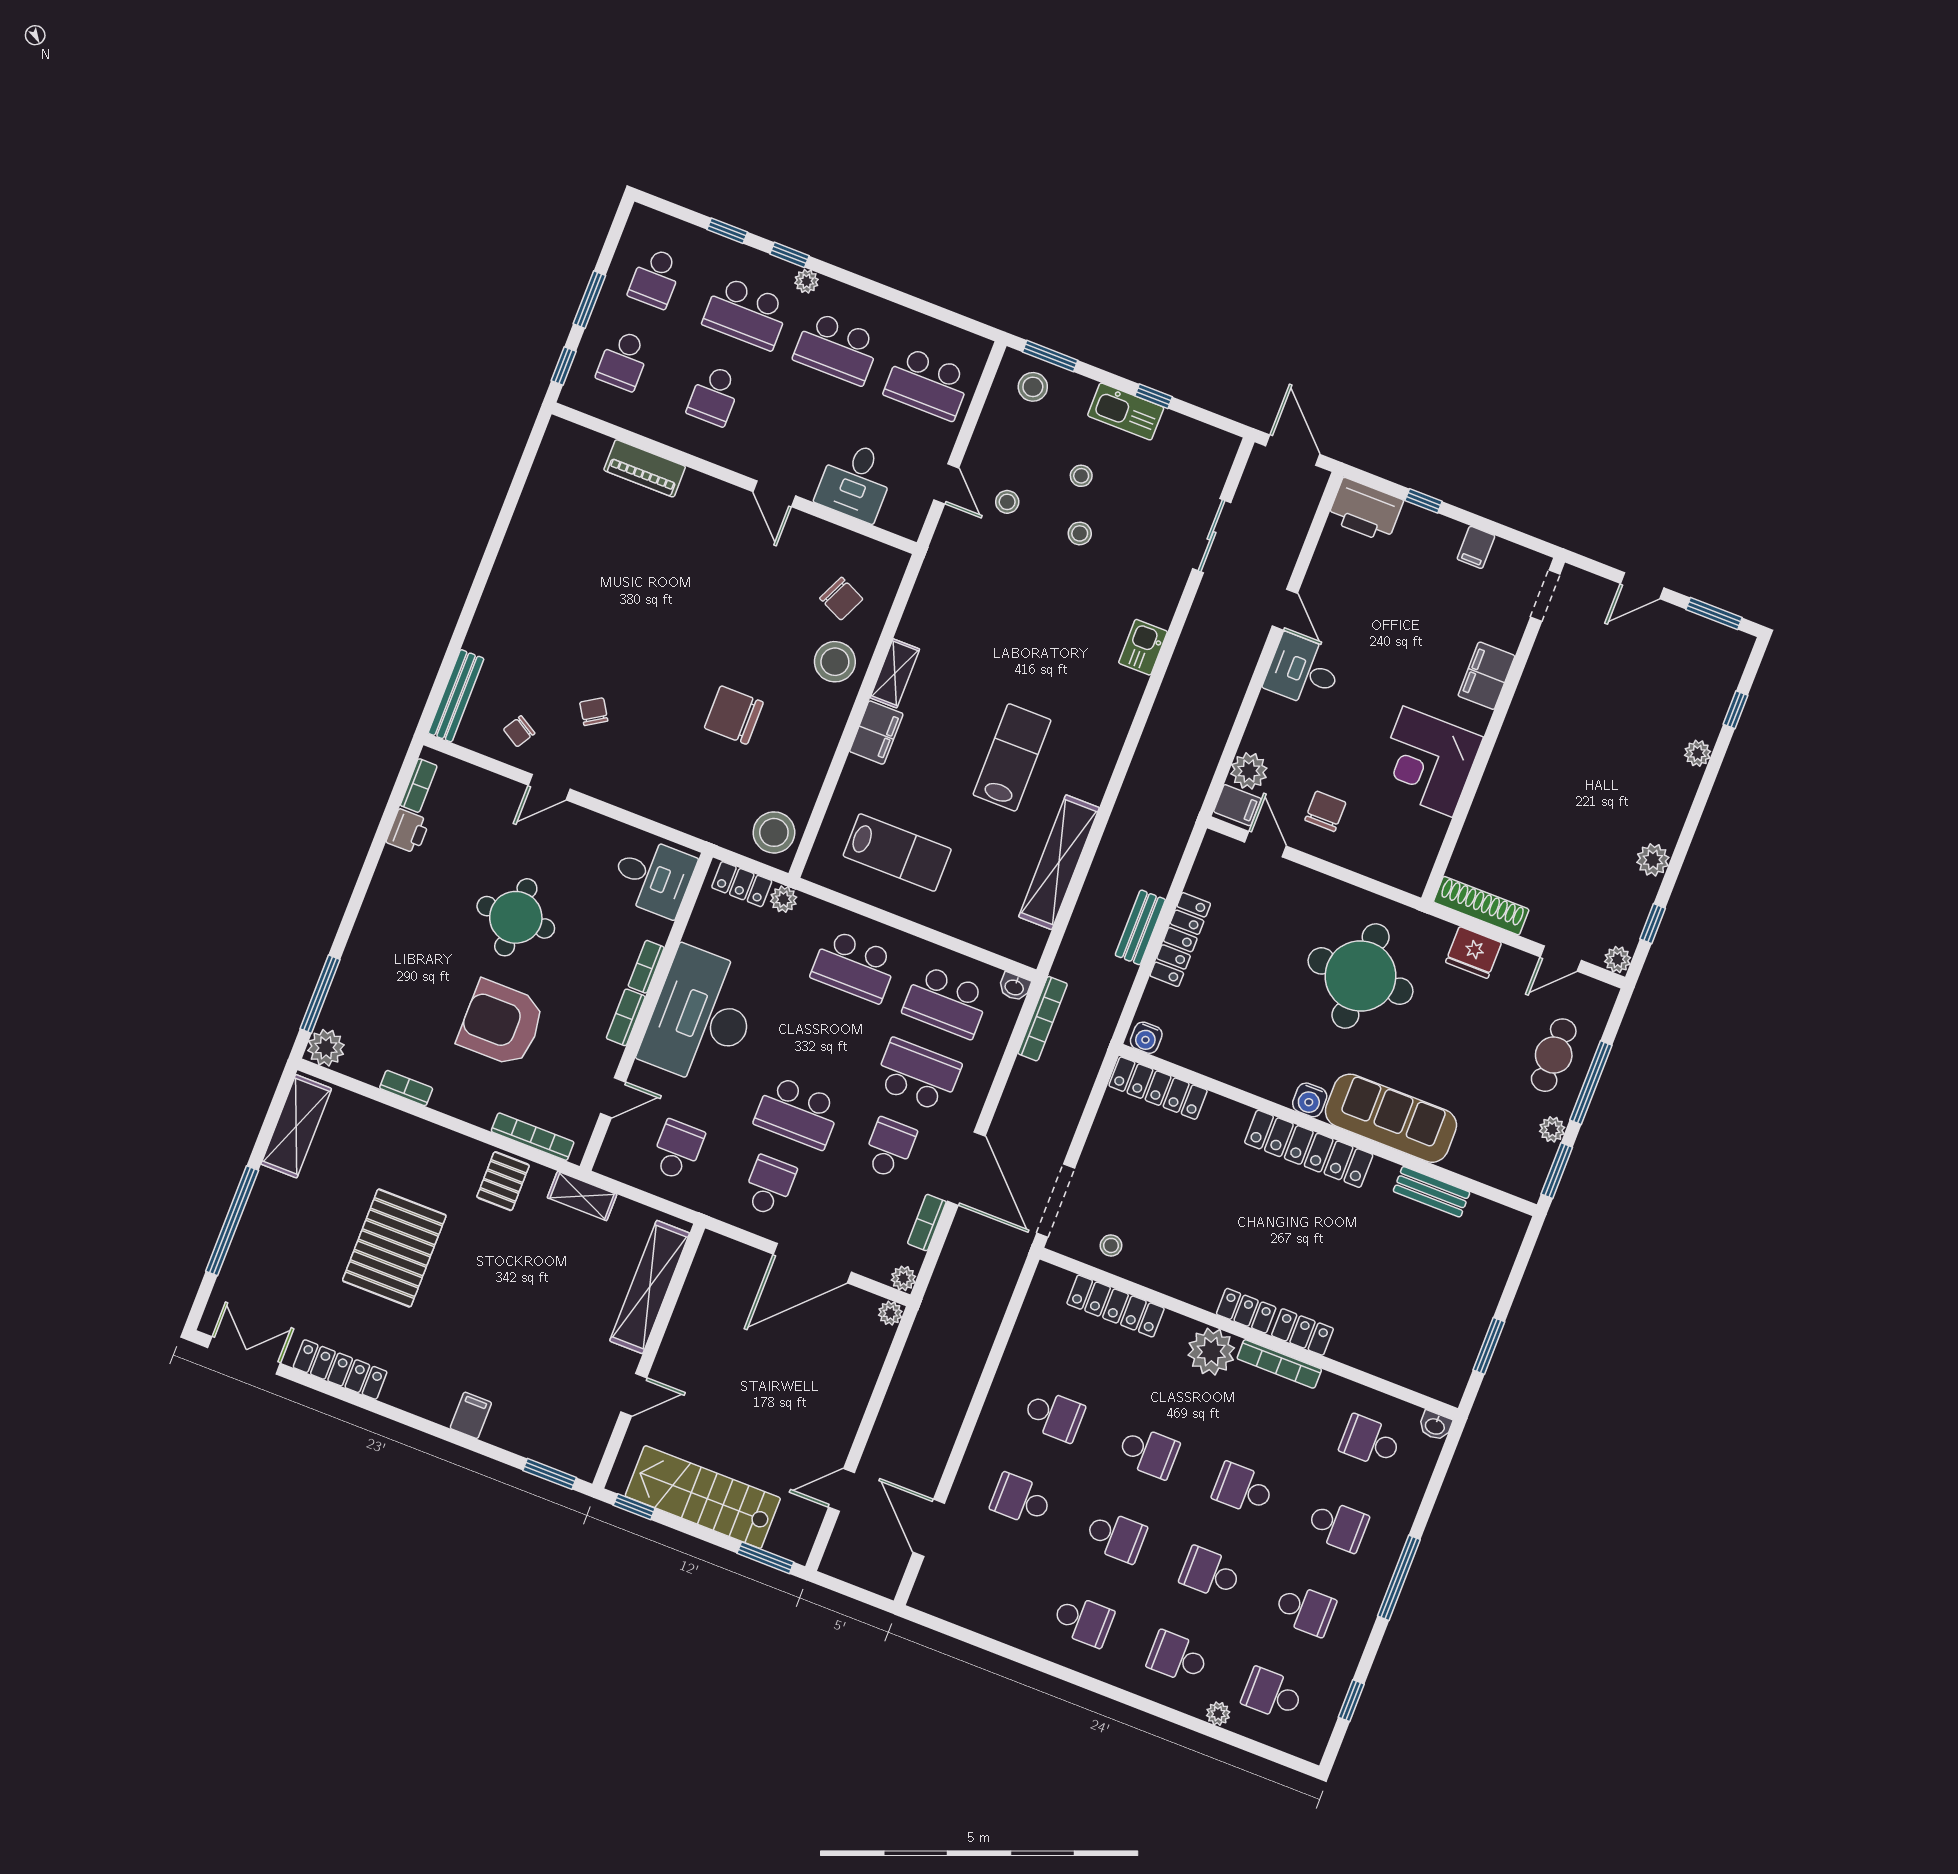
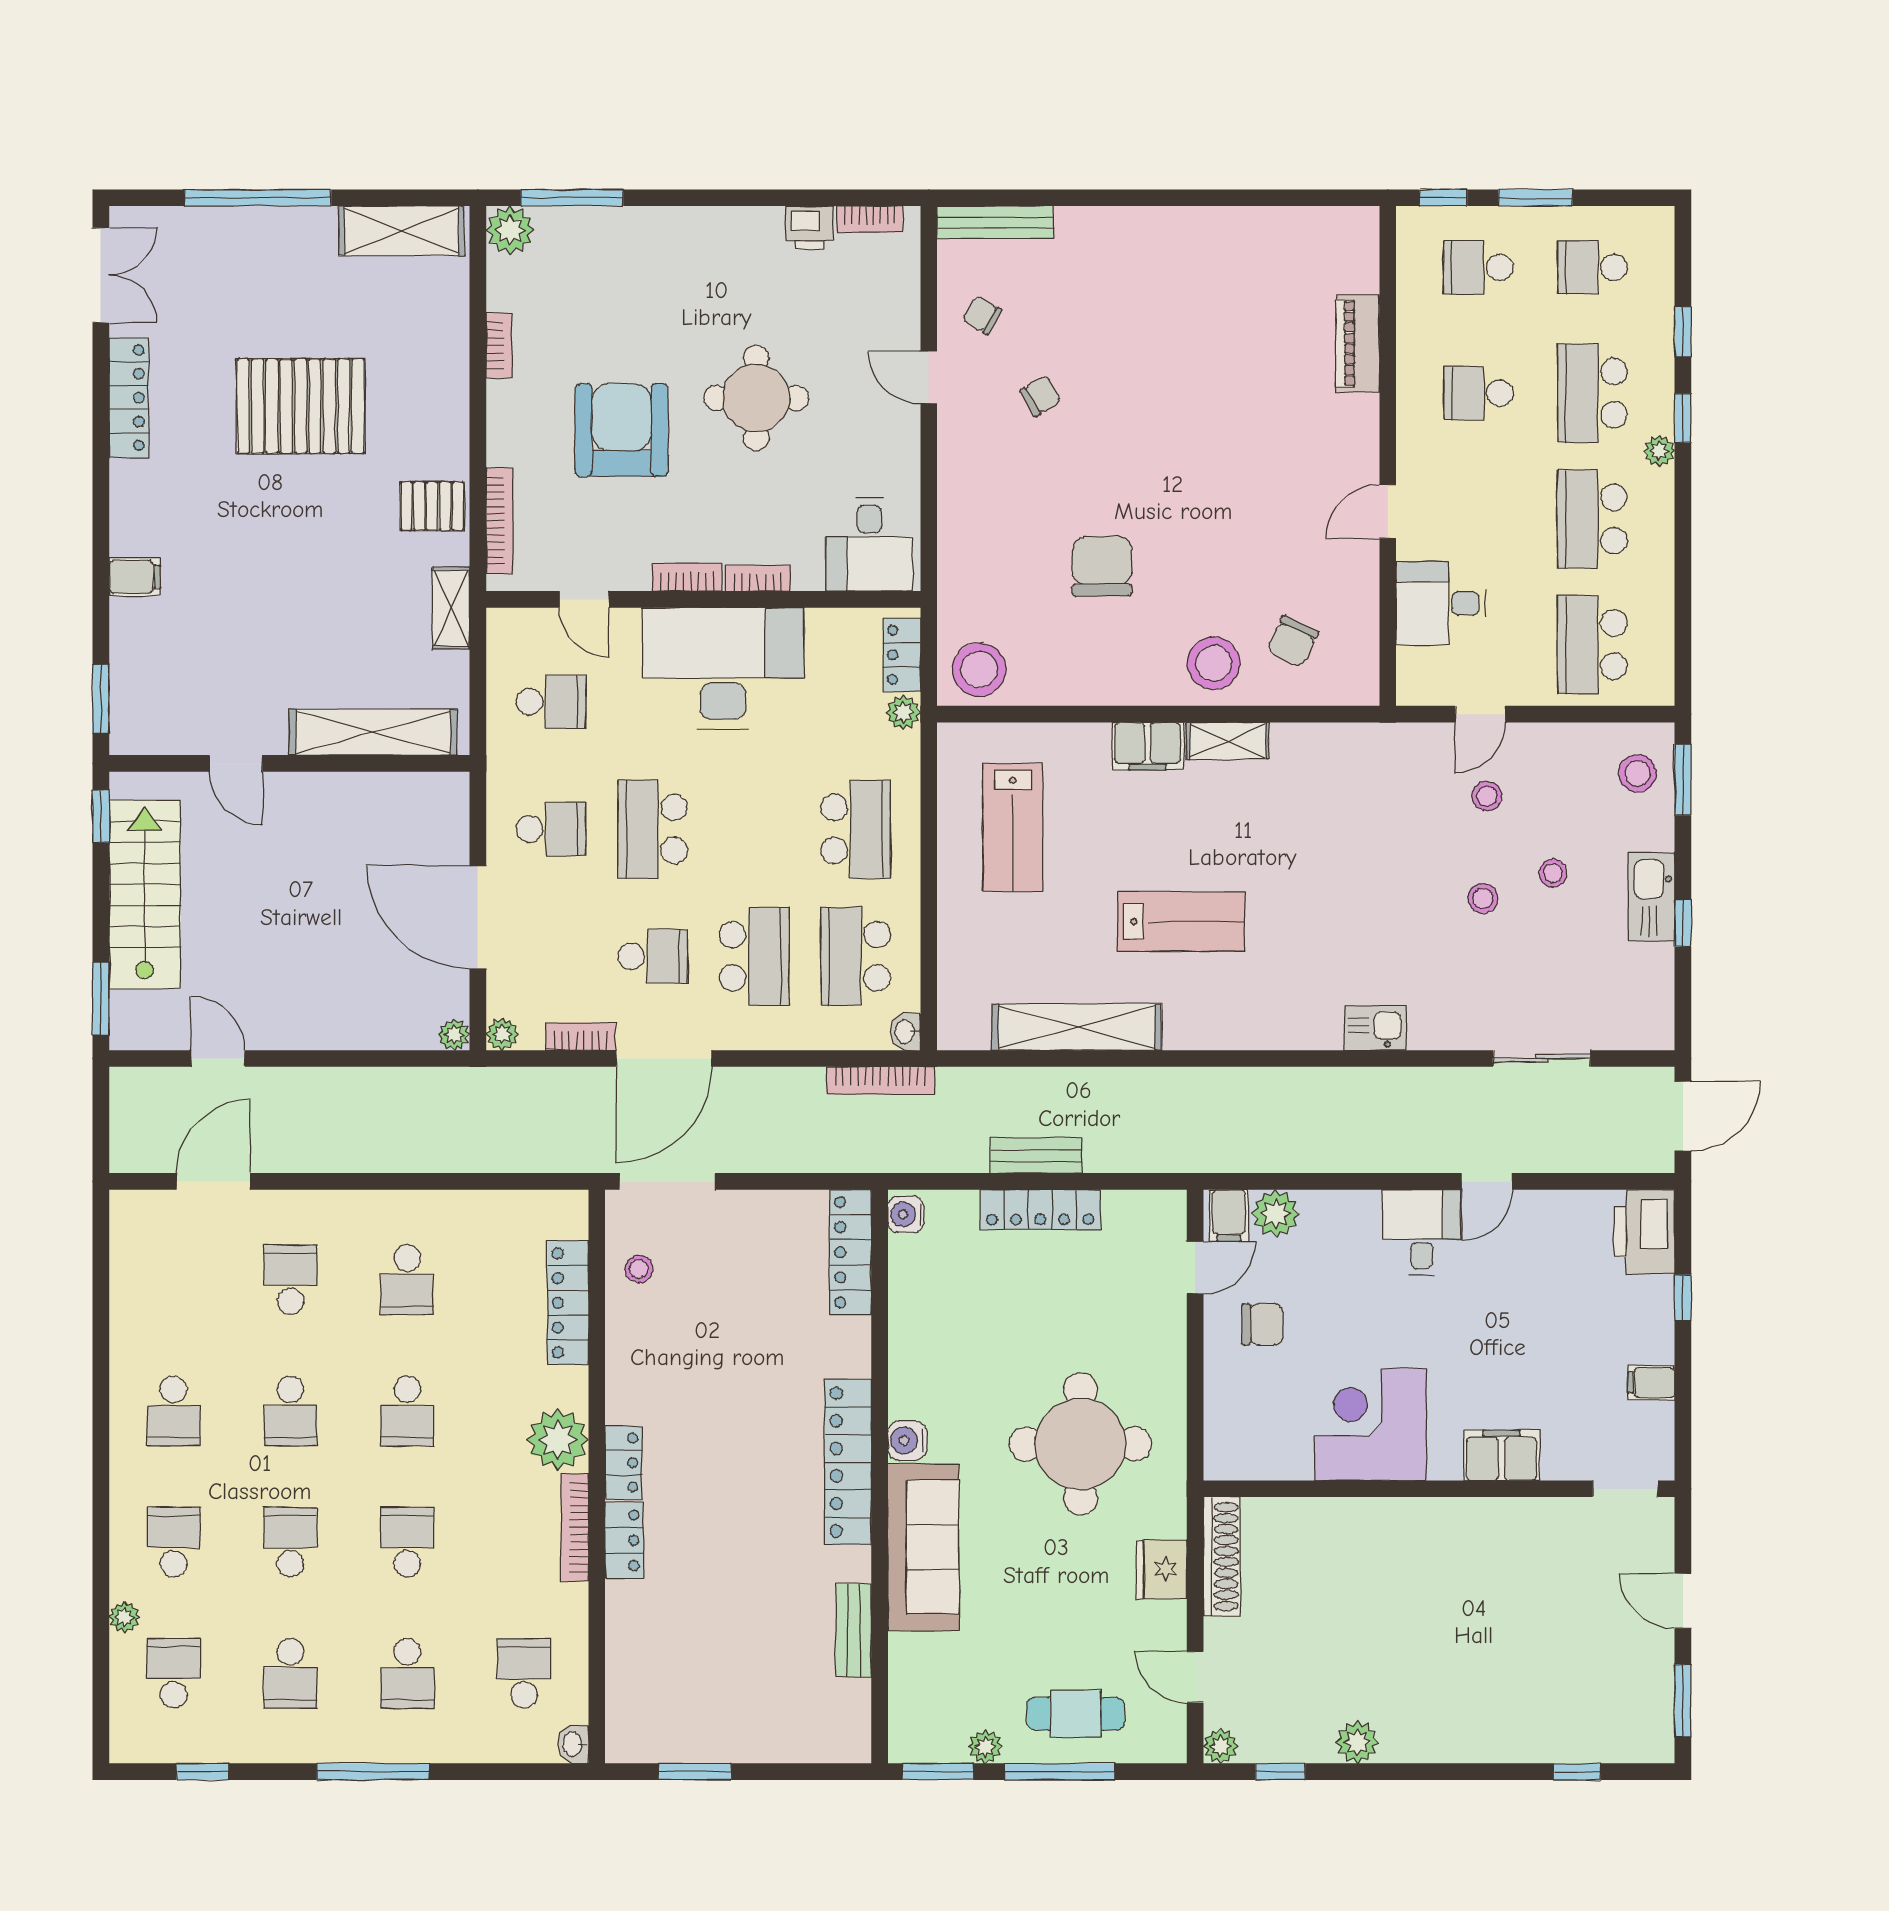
plant: (1698, 753) -> (1507, 1746), removed
school desk: (854, 966) -> (856, 829), turned 180

